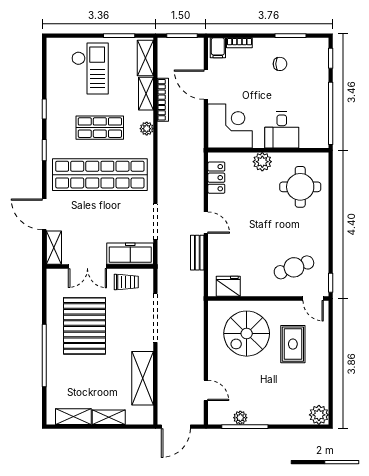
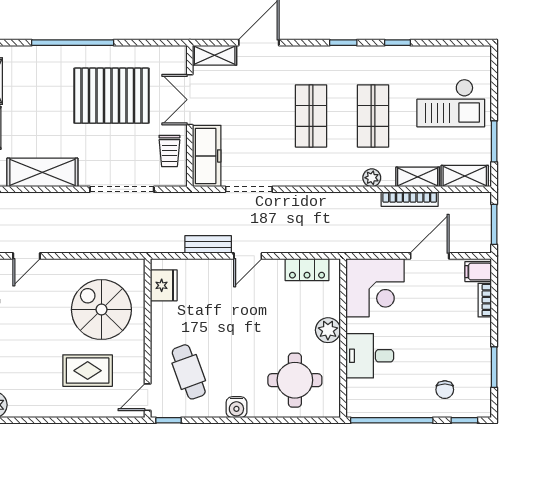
chair: (280, 64) -> (445, 390), moved
shop shelf: (100, 175) -> (311, 116), width x0.50, depth x0.74
water cooler: (321, 231) -> (236, 407), added

